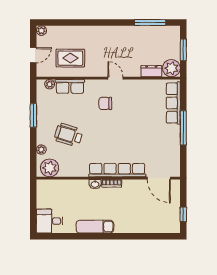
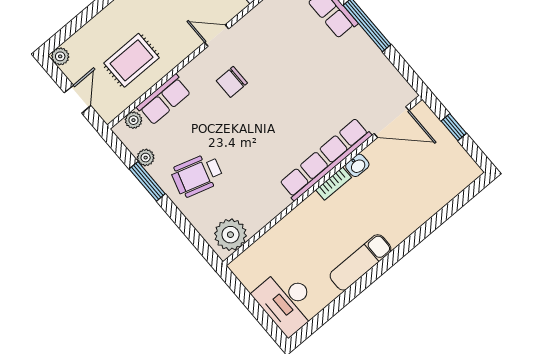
wheelchair: (68, 135) -> (197, 175), moved
plant: (41, 150) -> (146, 158), moved
washbasin: (95, 184) -> (357, 165), moved
window: (183, 214) -> (454, 127), moved
desk: (49, 221) -> (287, 301), width x1.37

